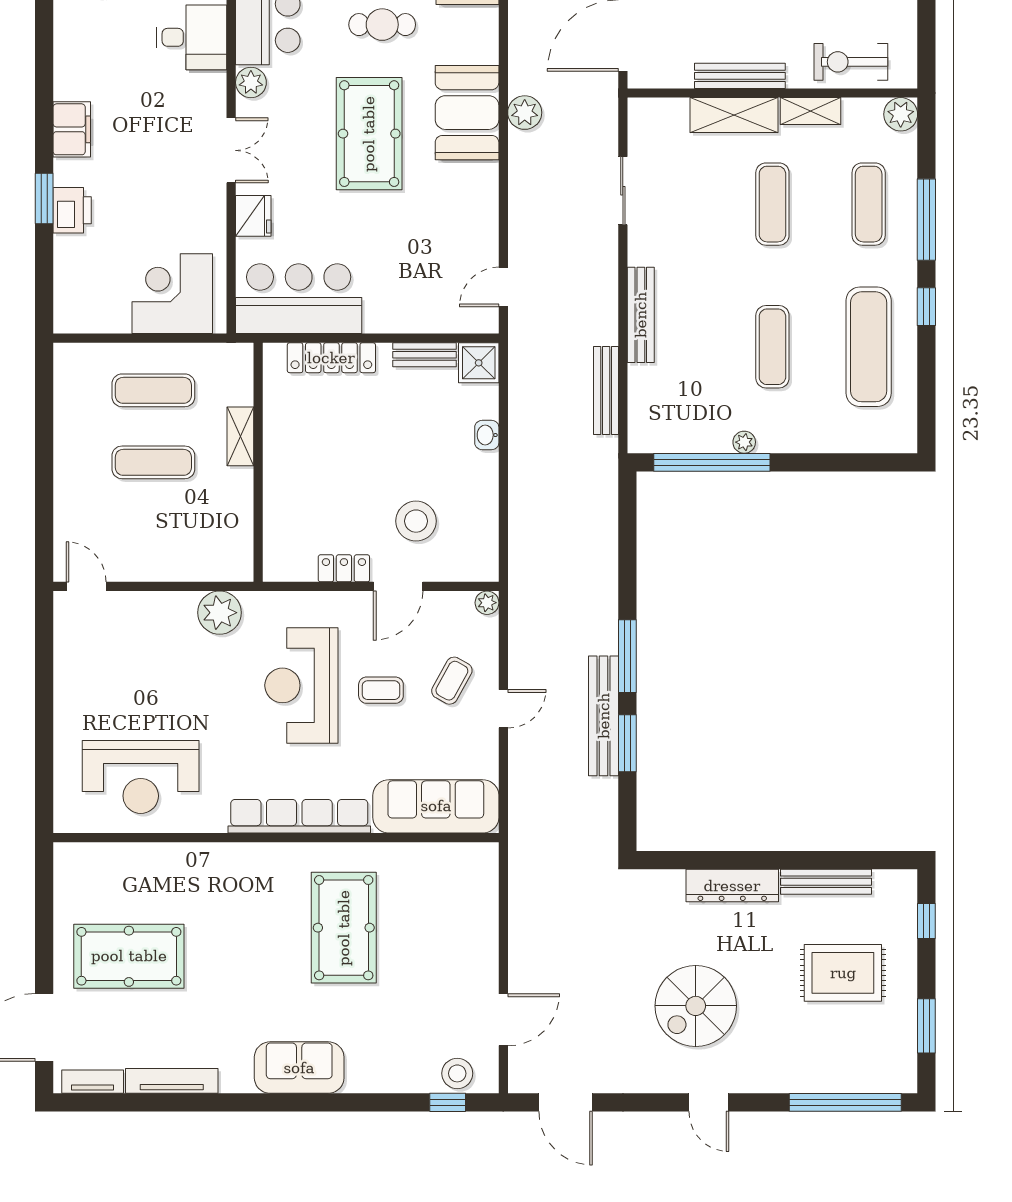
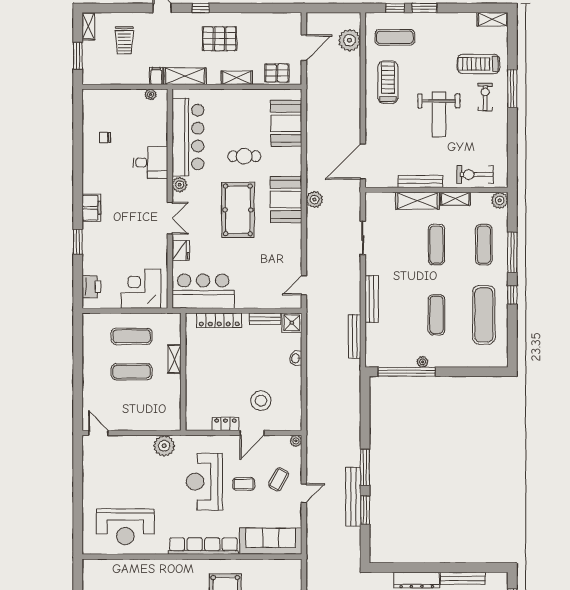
printer: (72, 210) -> (92, 287), moved

